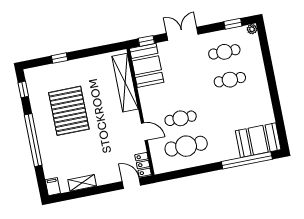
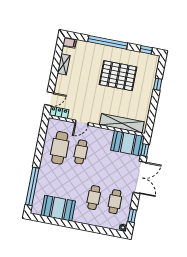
double door: (182, 34) -> (140, 177), width x1.37
booth: (258, 140) -> (58, 208), moved, turned 90

